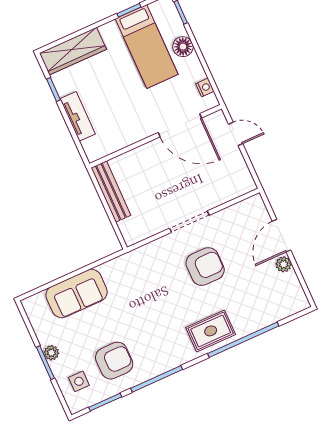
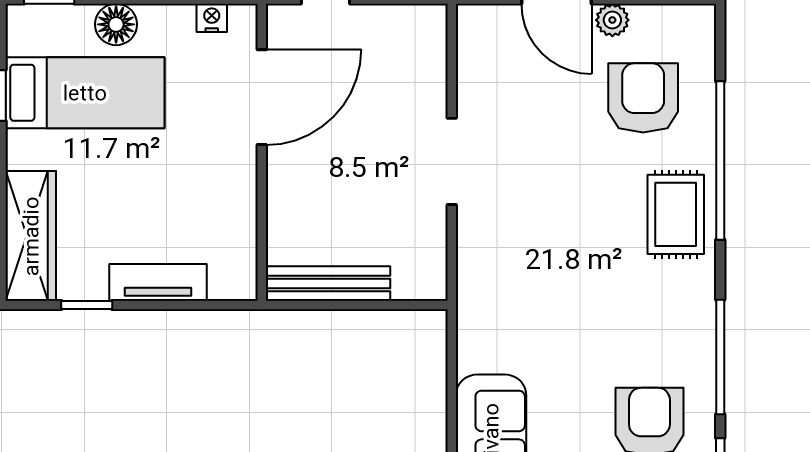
armchair: (205, 267) -> (643, 98), moved

